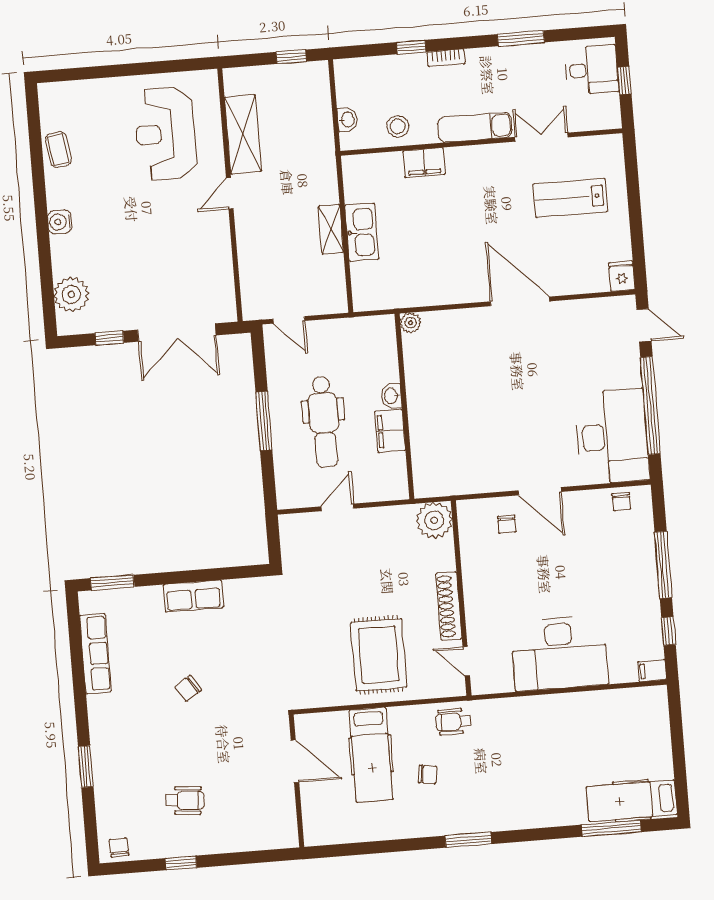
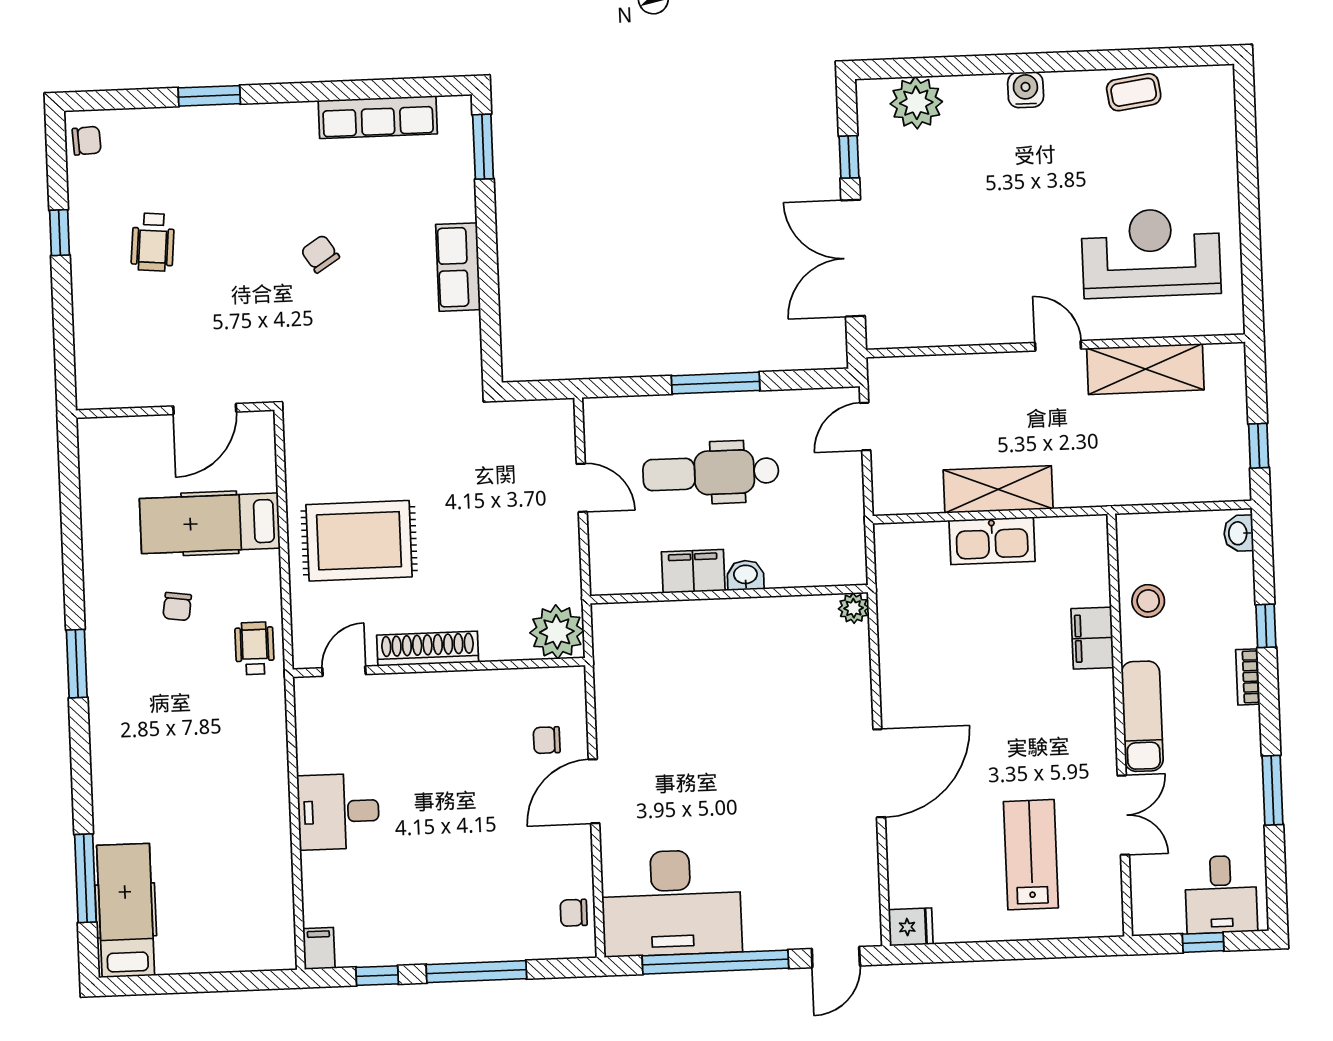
washbasin: (347, 120) -> (1239, 533), moved, turned 90
shelving: (331, 229) -> (998, 489), width x1.50, depth x1.33
desk: (559, 653) -> (338, 812), width x0.53, depth x0.77

